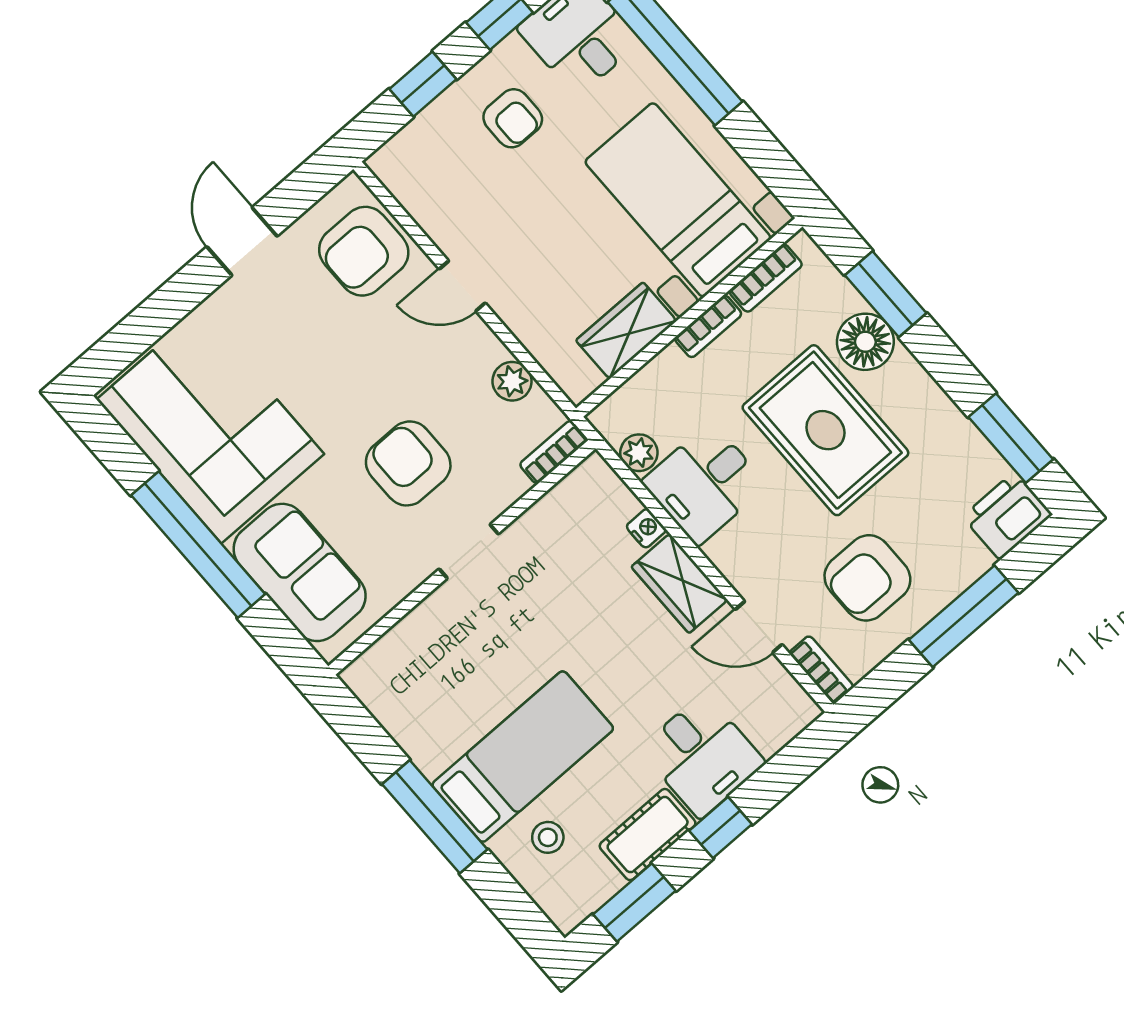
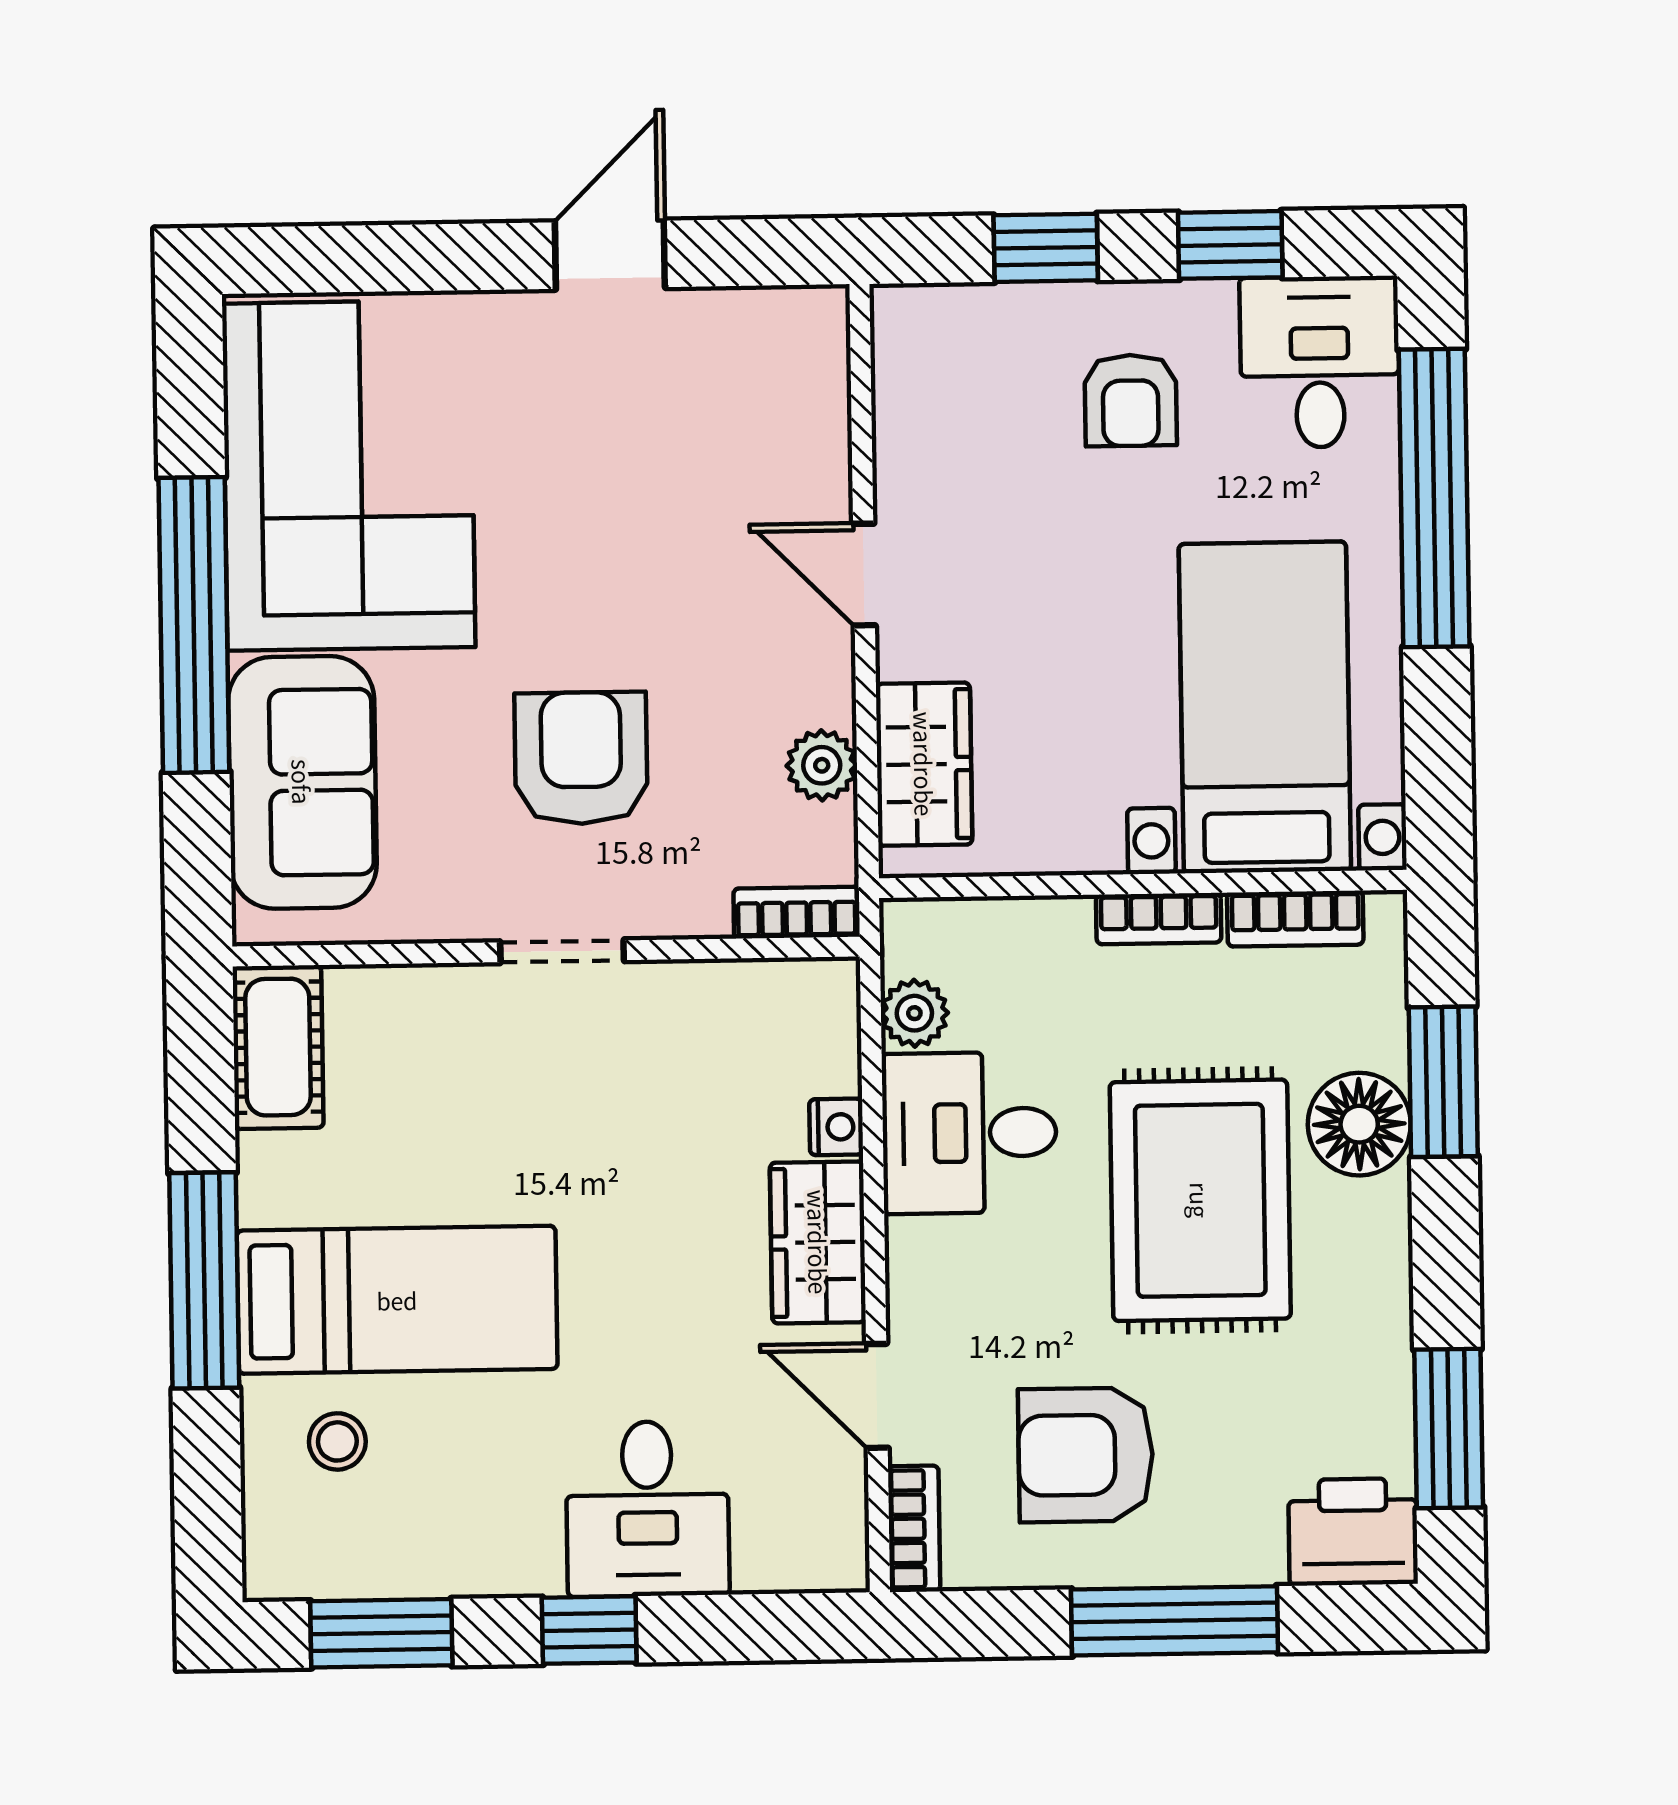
armchair: (364, 251) -> (768, 411), removed
wardrobe: (626, 331) -> (924, 764), moved, turned 90
cot: (648, 835) -> (278, 1047), moved, turned 90

